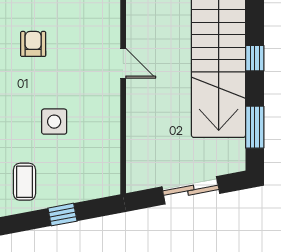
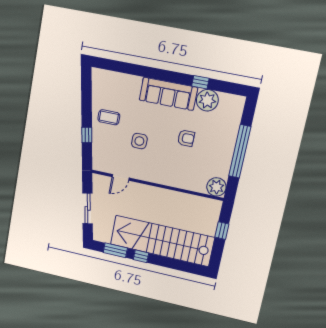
window: (255, 58) -> (141, 256), moved
door: (123, 63) -> (121, 177), moved

